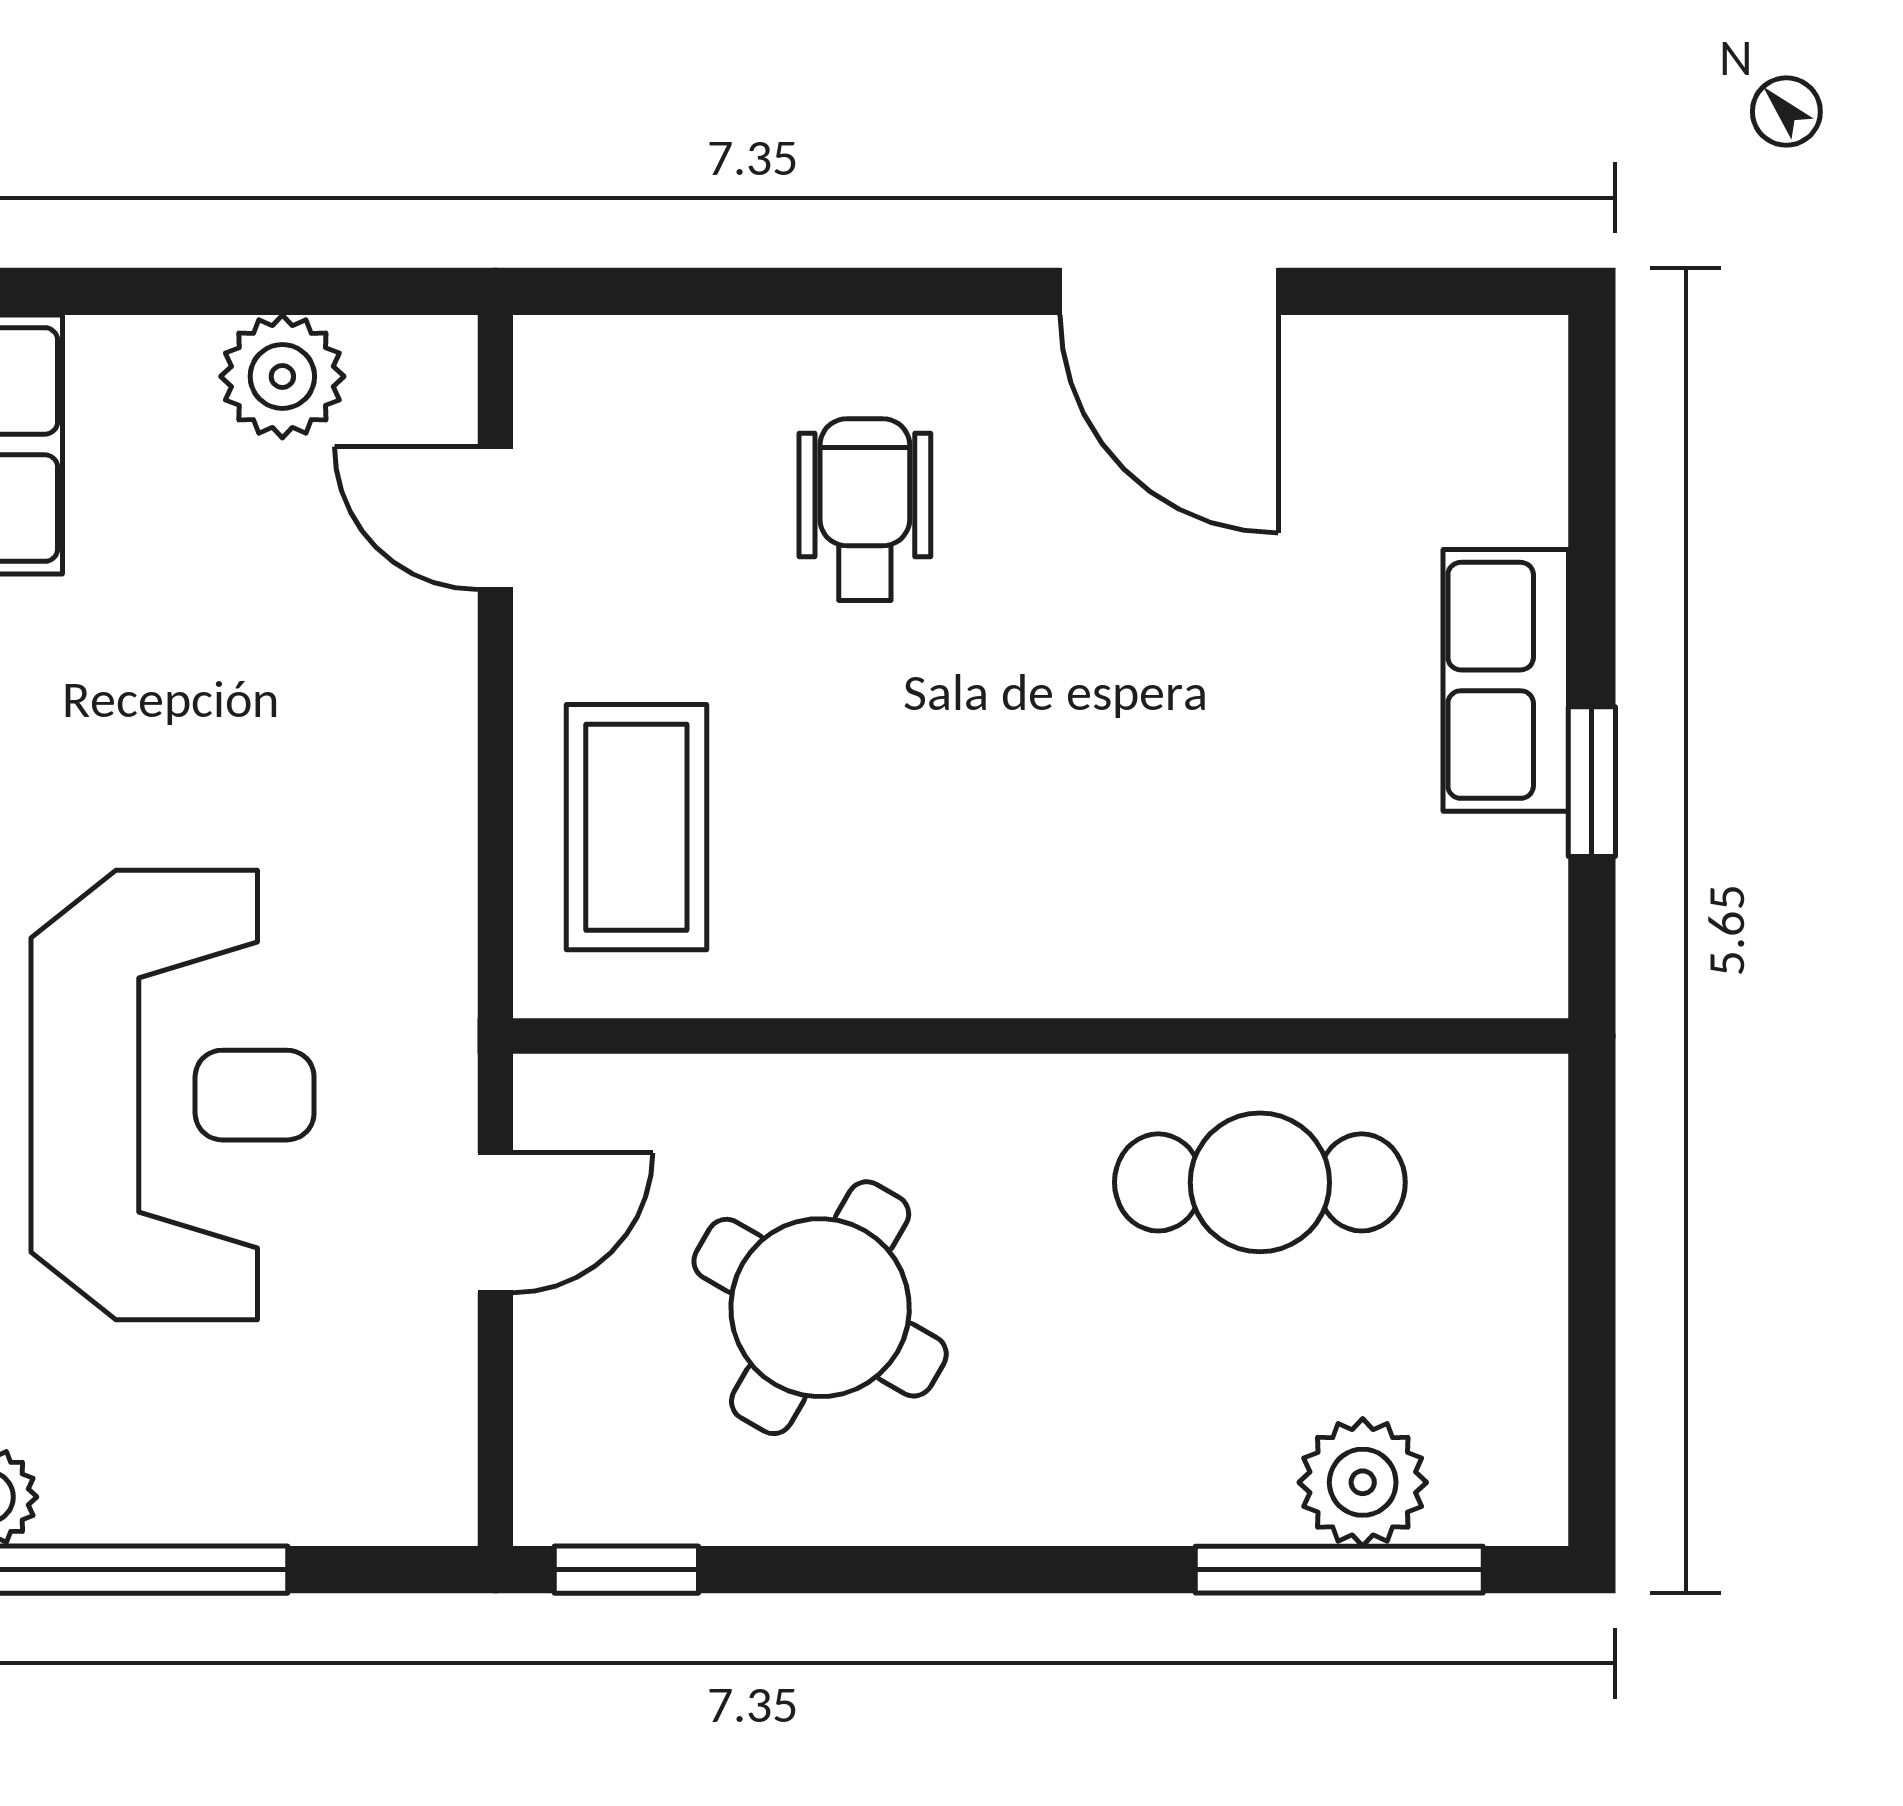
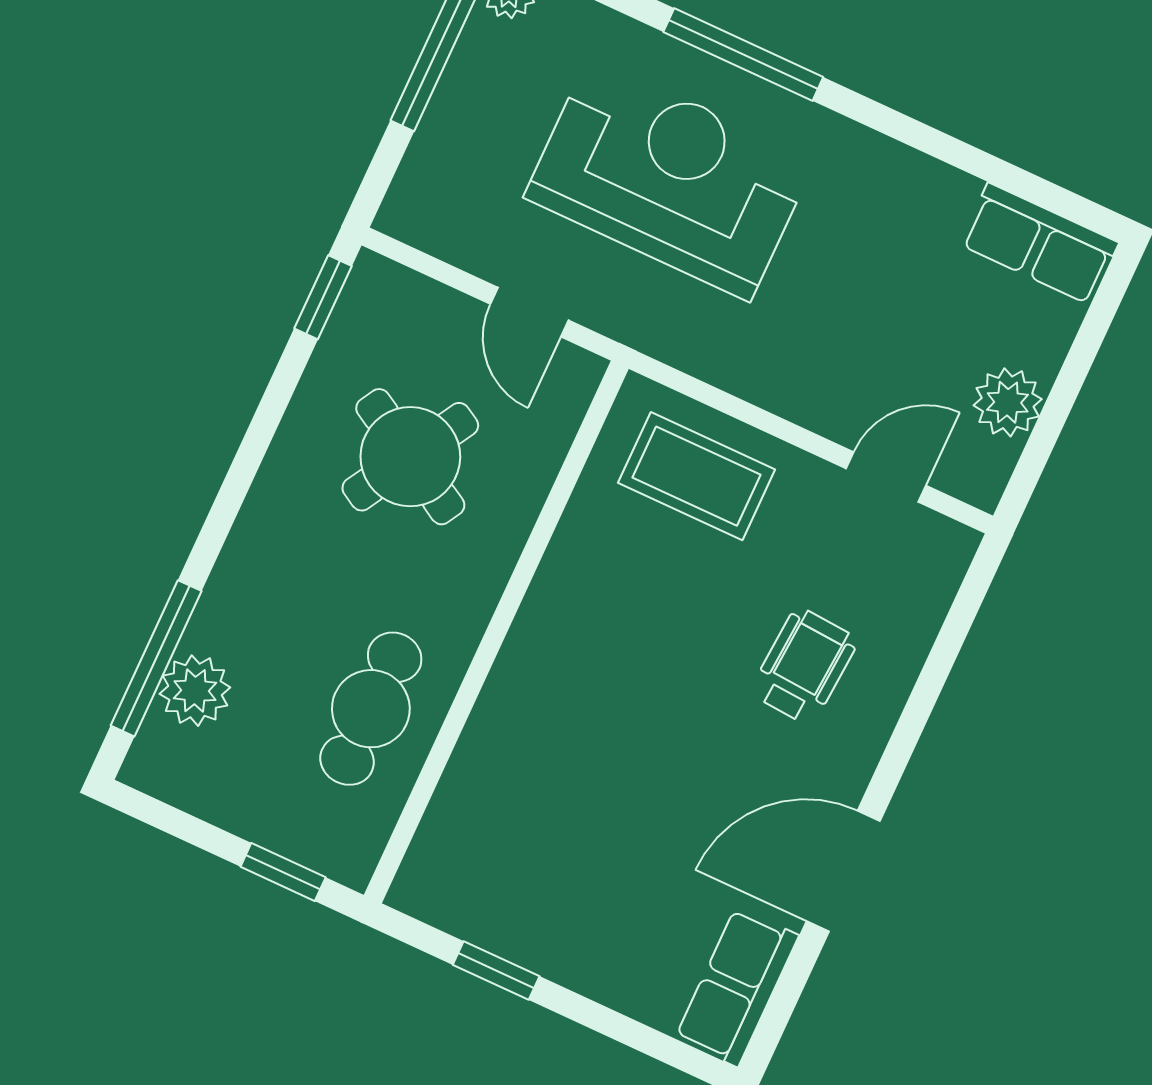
wheelchair: (865, 510) -> (804, 666), turned -86
row of seats: (1506, 680) -> (737, 987), moved, turned -90
reception desk: (173, 1095) -> (669, 179), turned 180
window: (1592, 1202) -> (283, 872), added

